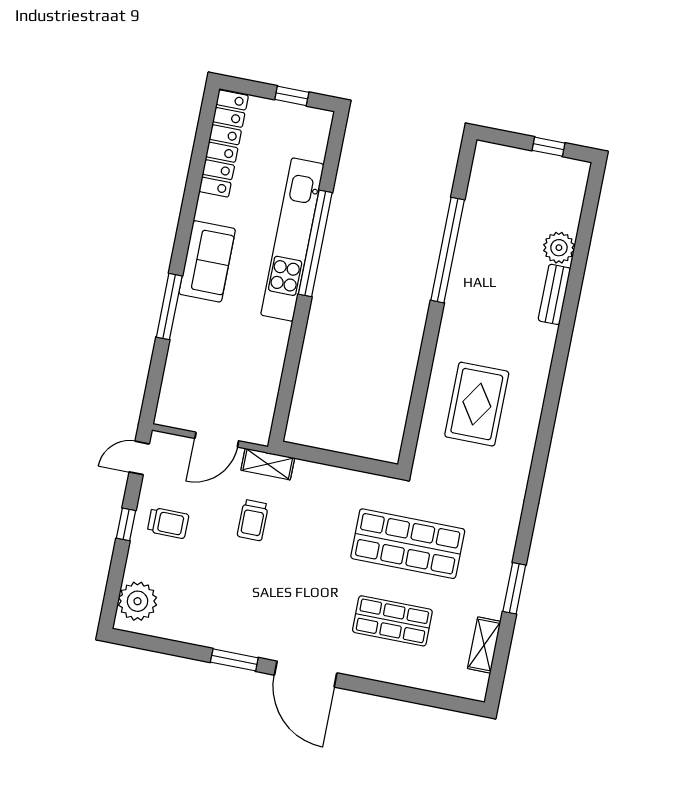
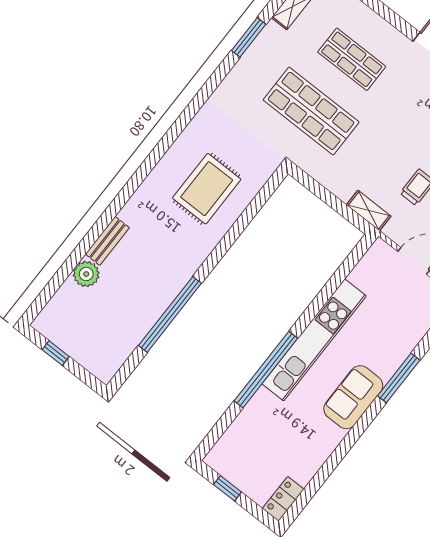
locker: (224, 144) -> (283, 499), width x0.46, depth x0.83
kitchen unit: (292, 240) -> (314, 340), moved
shelving: (268, 464) -> (369, 210), moved

